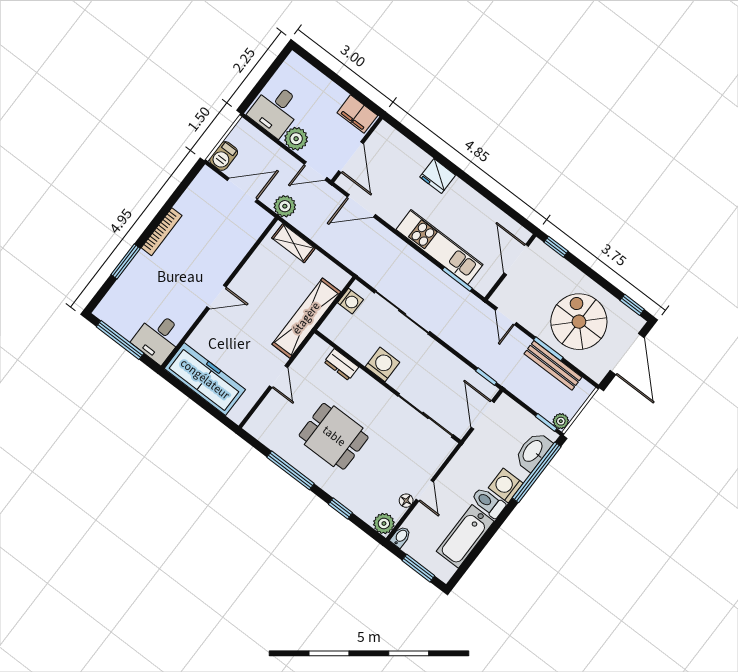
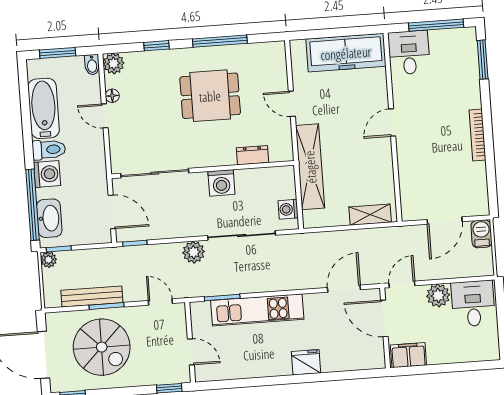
plant: (285, 206) -> (194, 252), moved
door: (516, 260) -> (191, 352), width x0.73
window: (126, 262) -> (483, 60), moved

